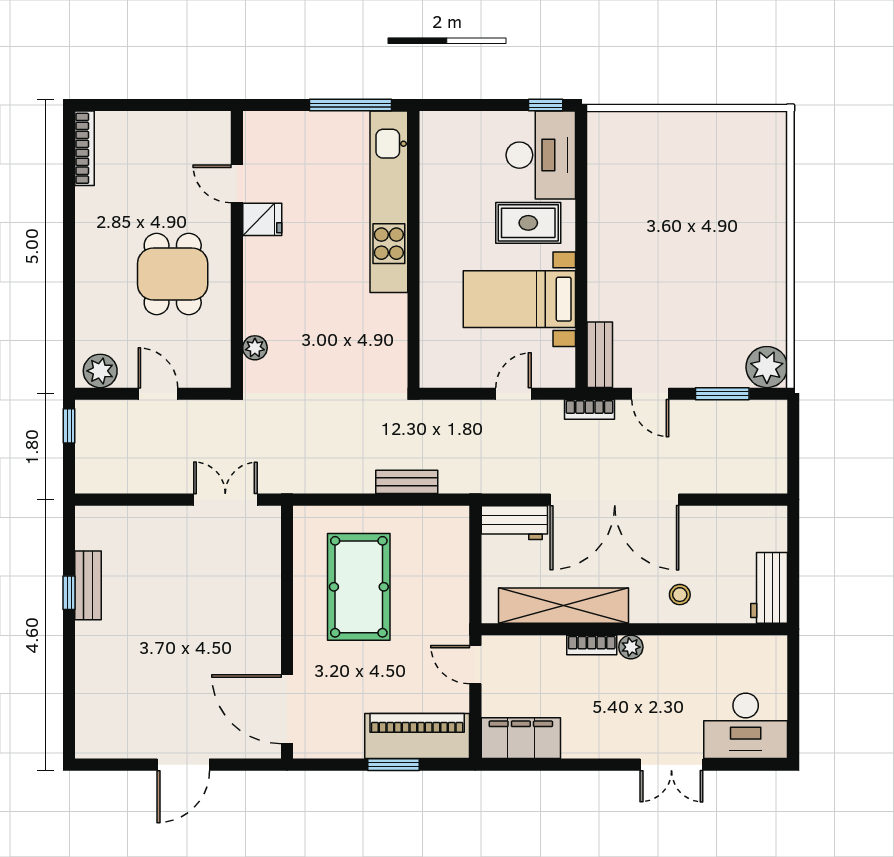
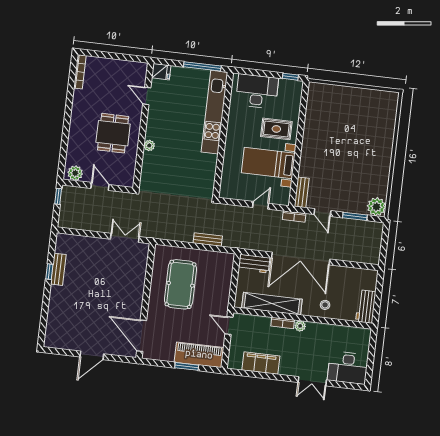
desk: (541, 155) -> (257, 91), moved, turned -90
fridge: (262, 219) -> (161, 72), moved
plant: (255, 348) -> (149, 145), moved
filing cabinet: (521, 738) -> (261, 363), moved

